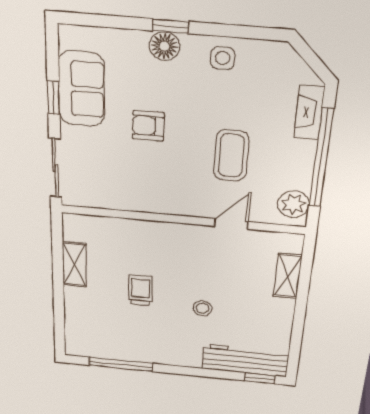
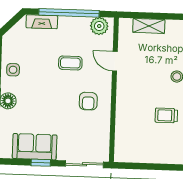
armchair: (148, 126) -> (88, 101), moved
coffee table: (231, 156) -> (70, 63), width x0.73, depth x0.77
shelving: (74, 264) -> (150, 156), removed

